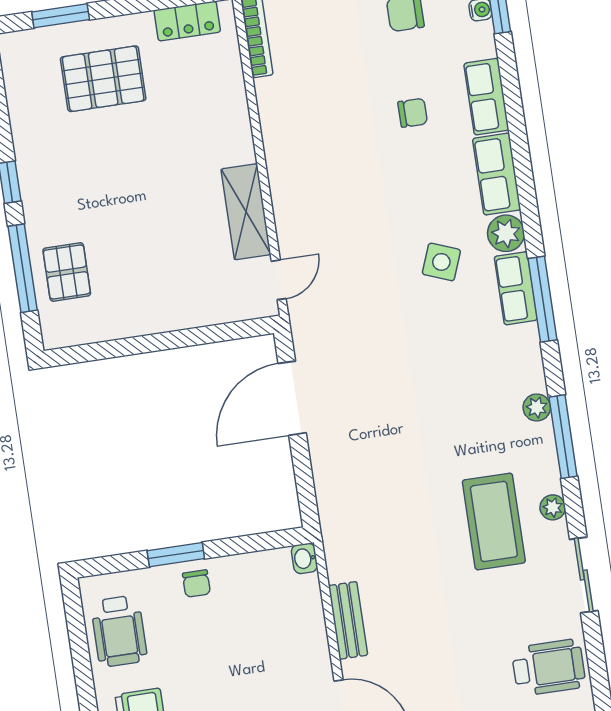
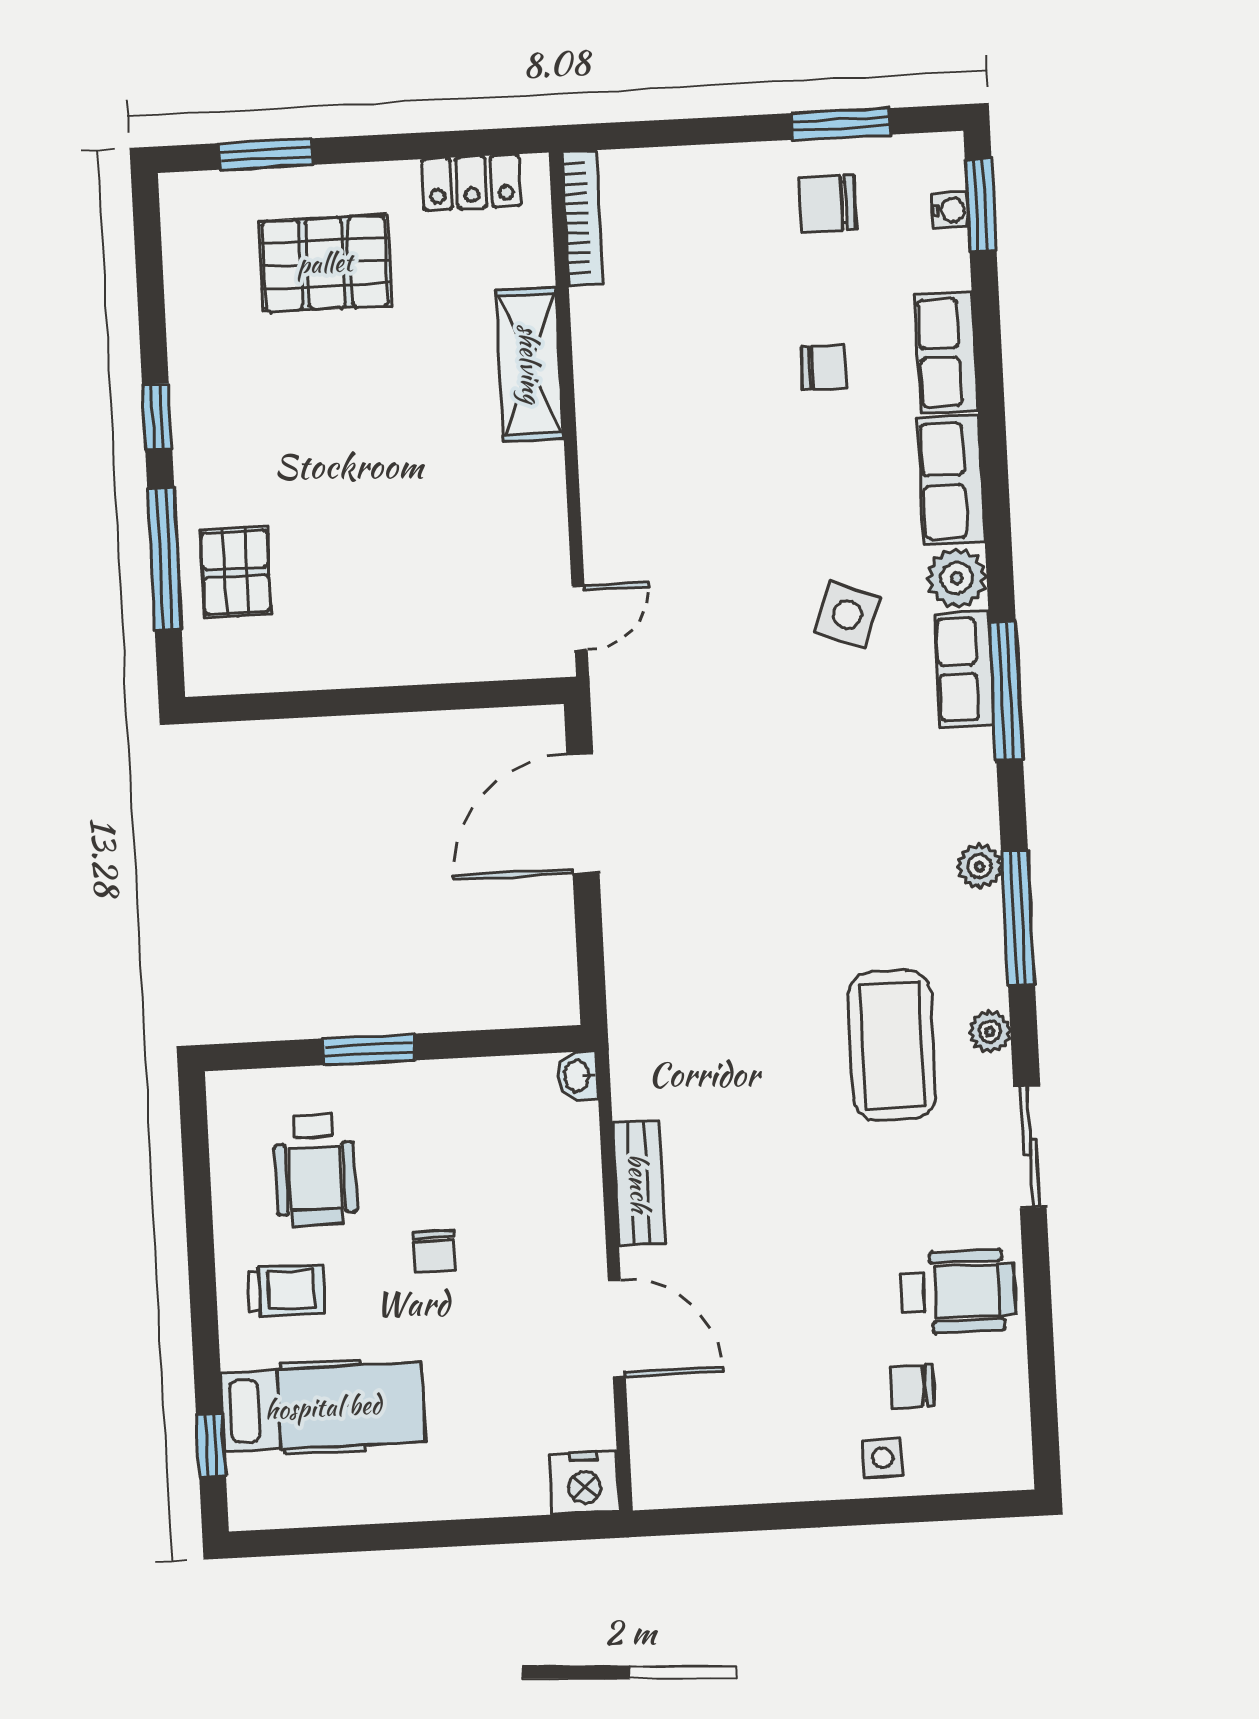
shelving: (246, 212) -> (530, 364), moved
chair: (196, 584) -> (435, 1251), moved
wheelchair: (119, 631) -> (315, 1170), moved

